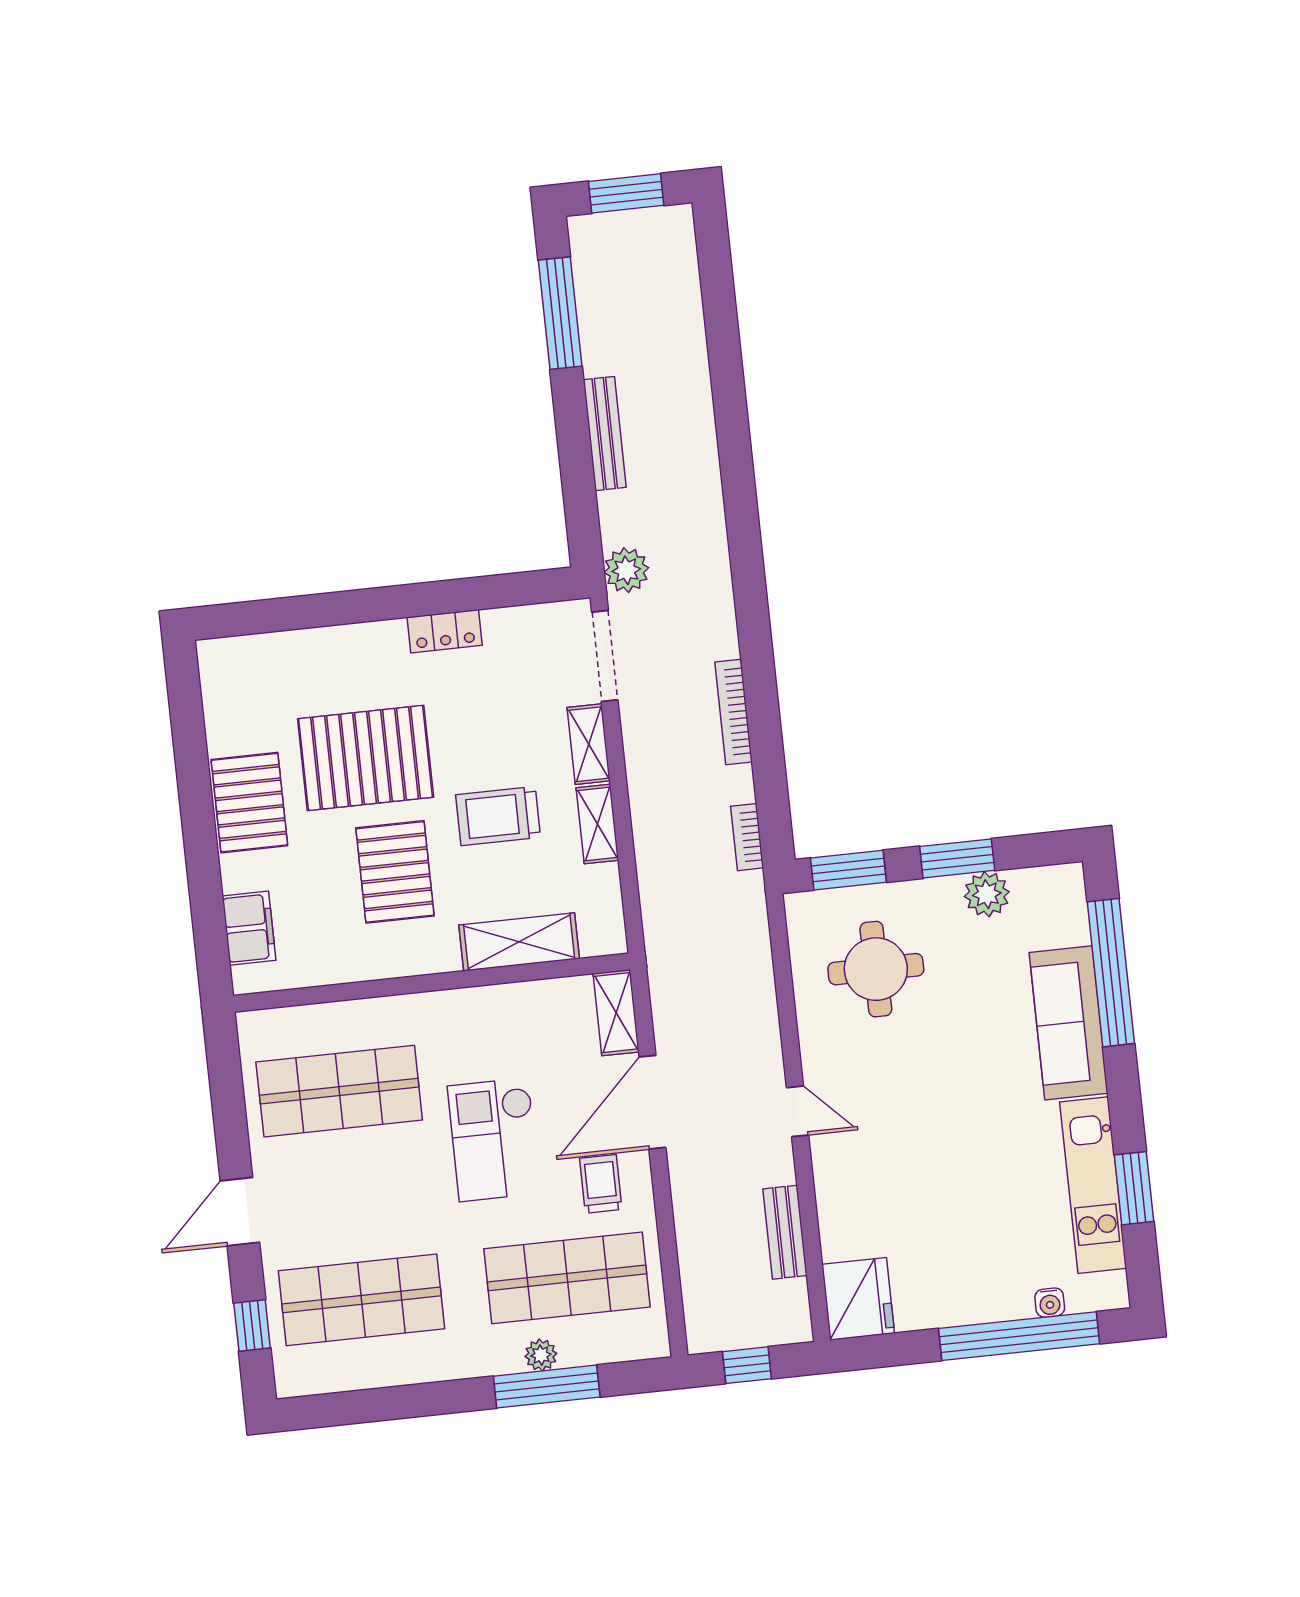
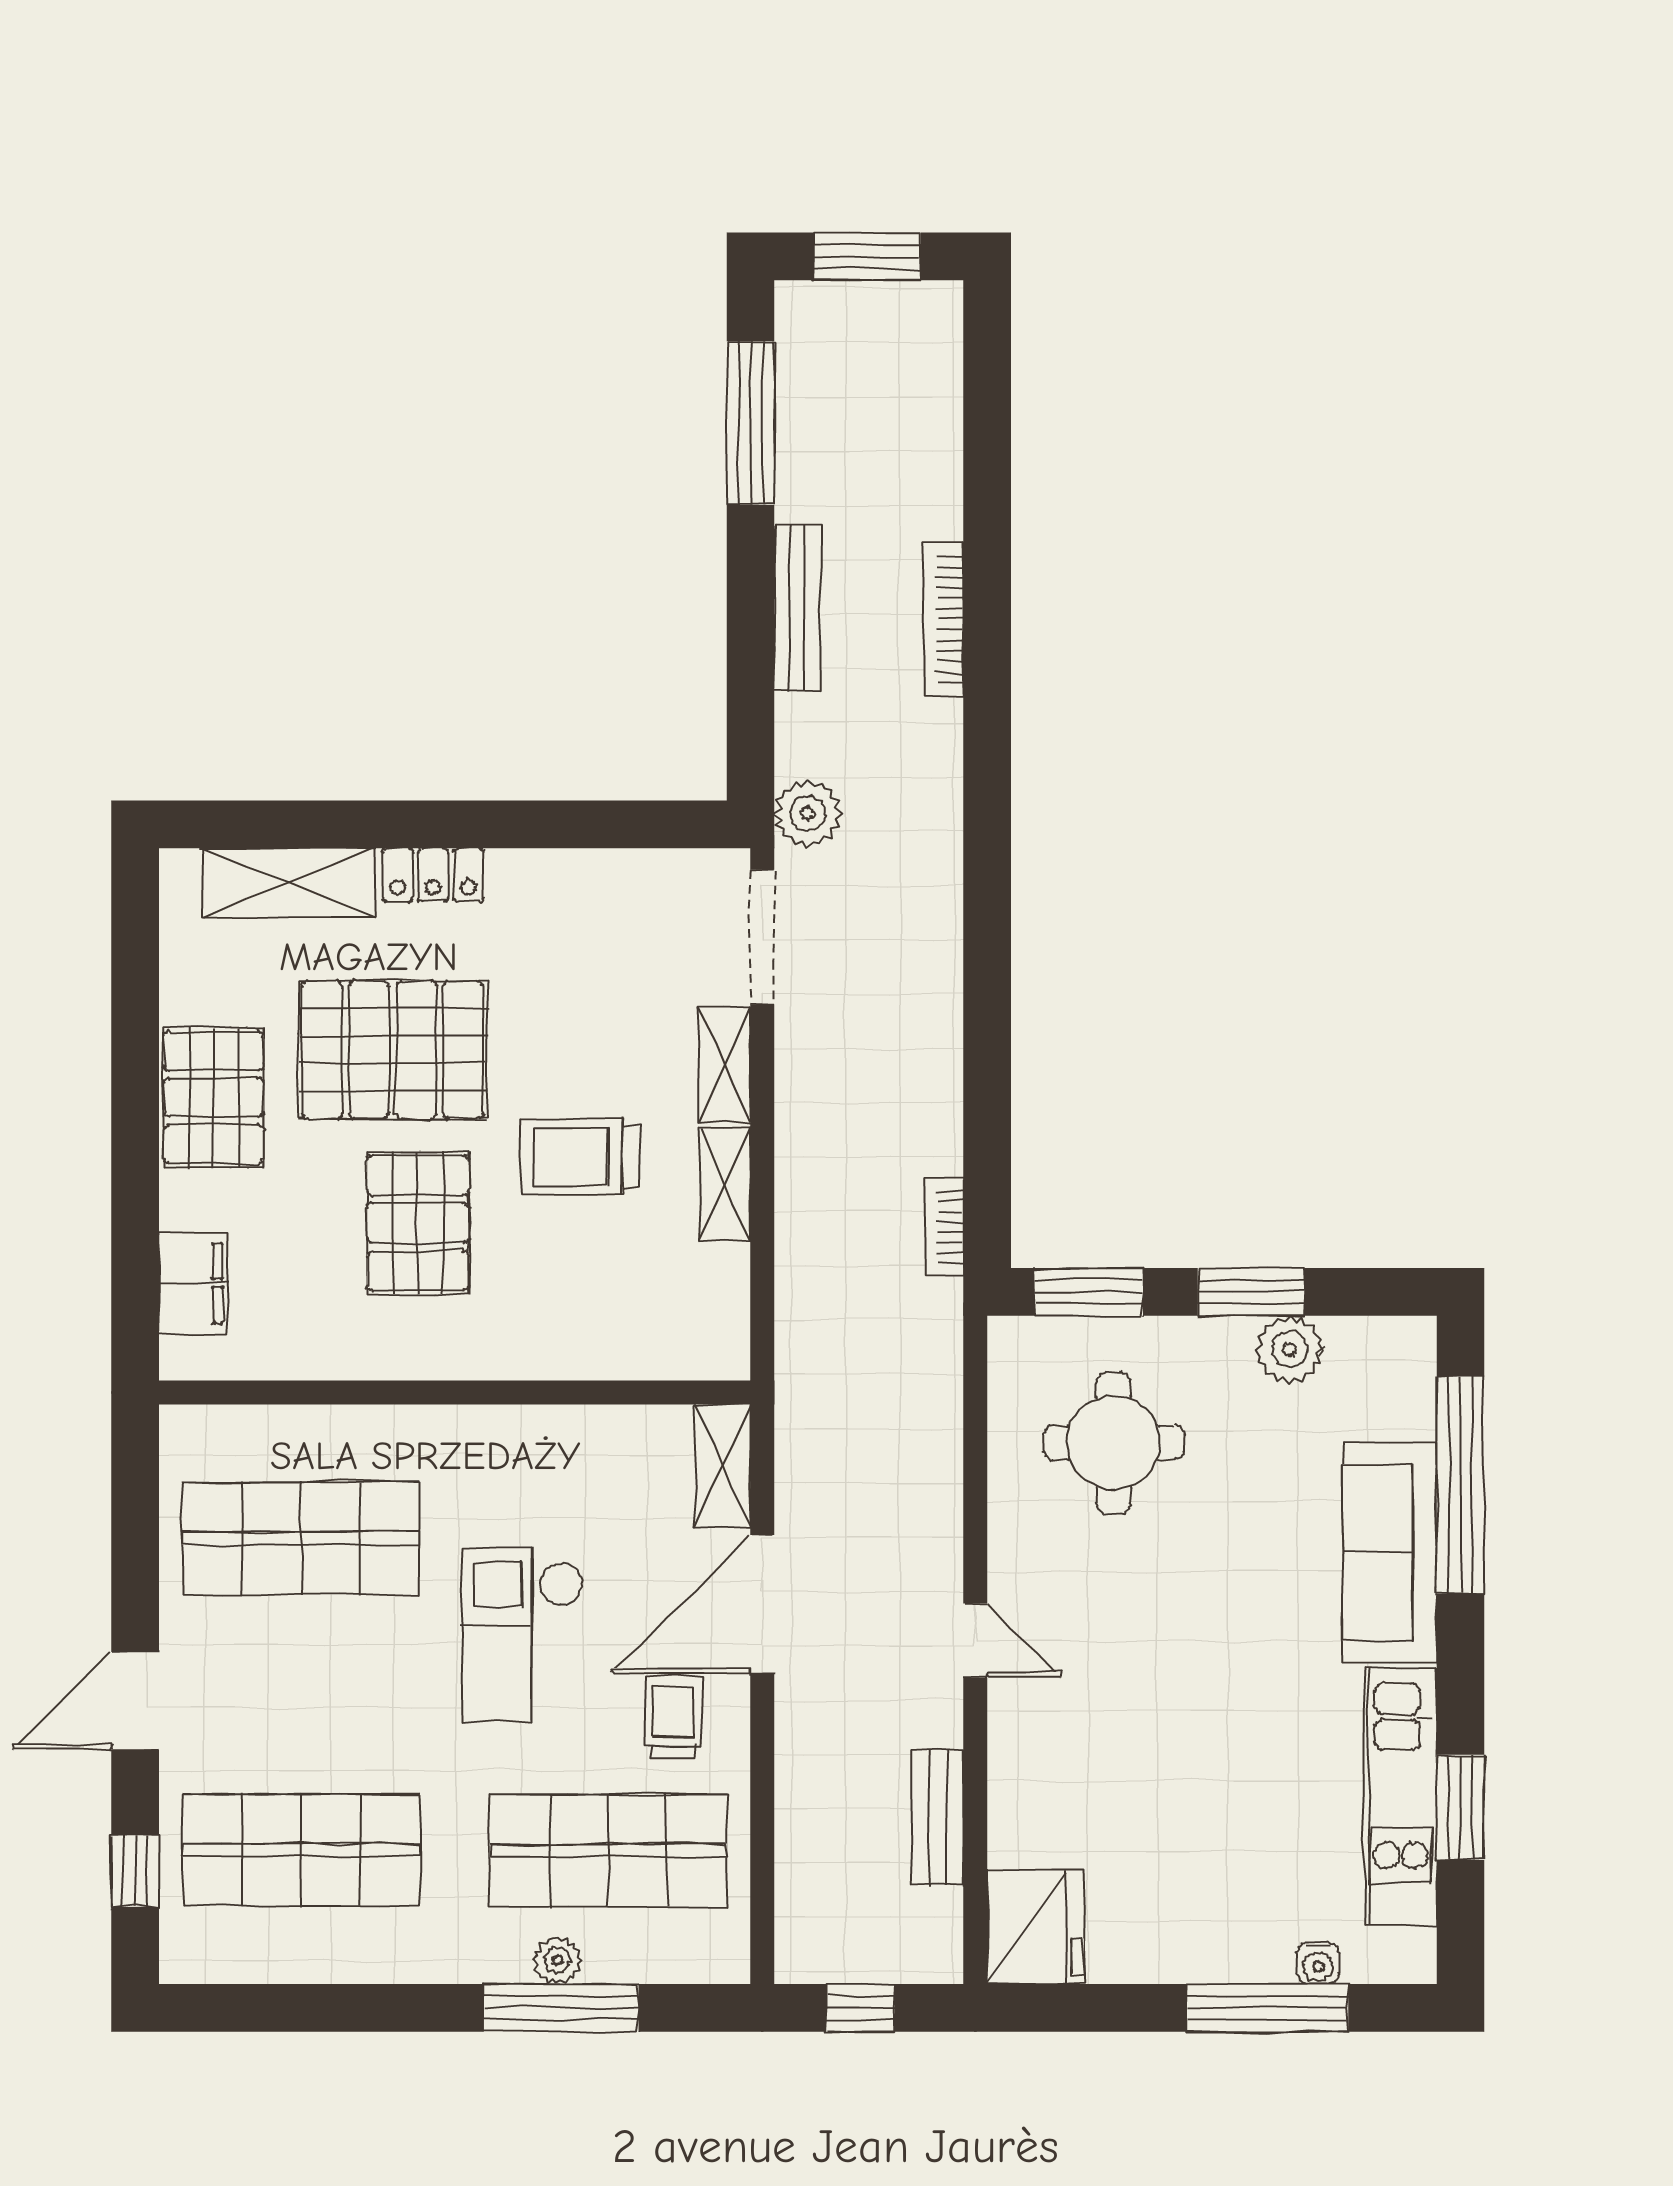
locker: (445, 631) -> (433, 875), moved
bookcase: (734, 712) -> (944, 619), moved
shelving: (519, 942) -> (289, 883), moved
window: (1019, 1336) -> (1267, 2008), width x0.68

